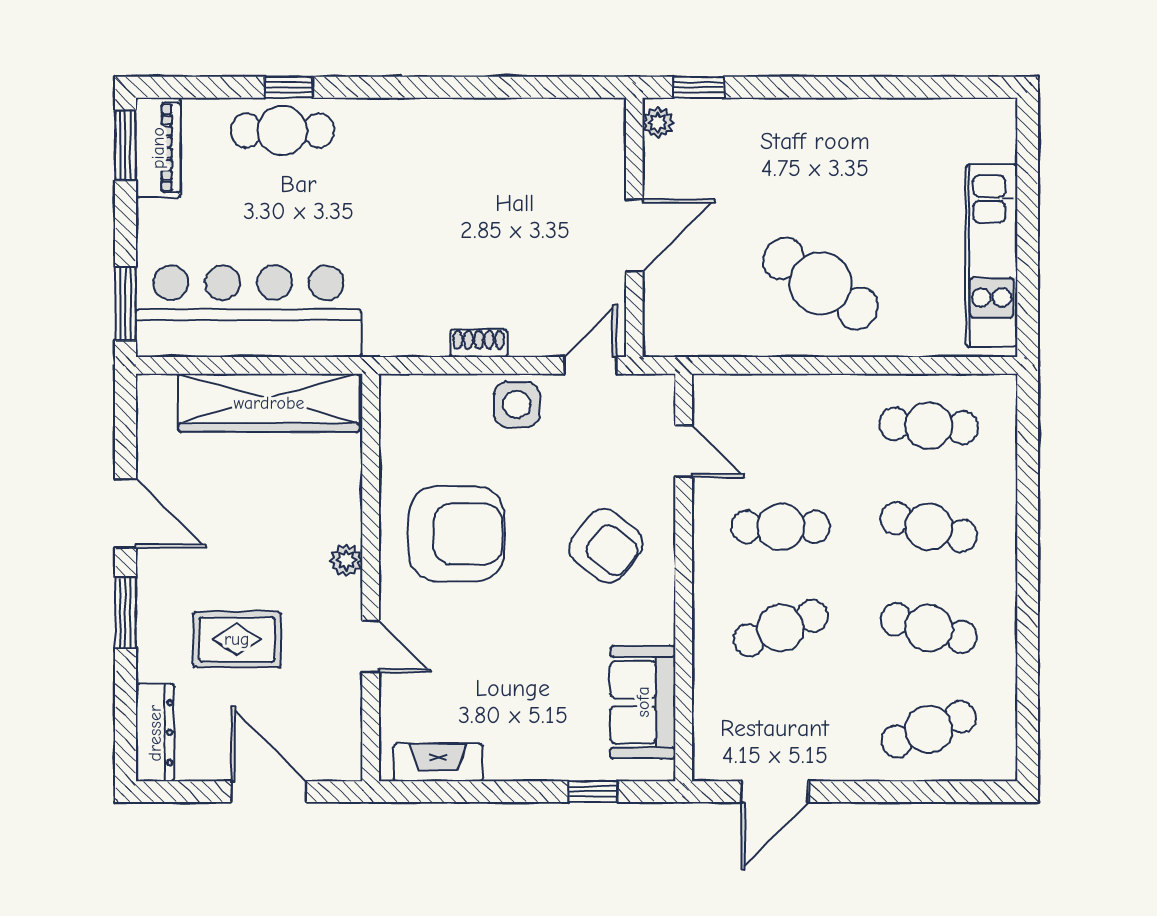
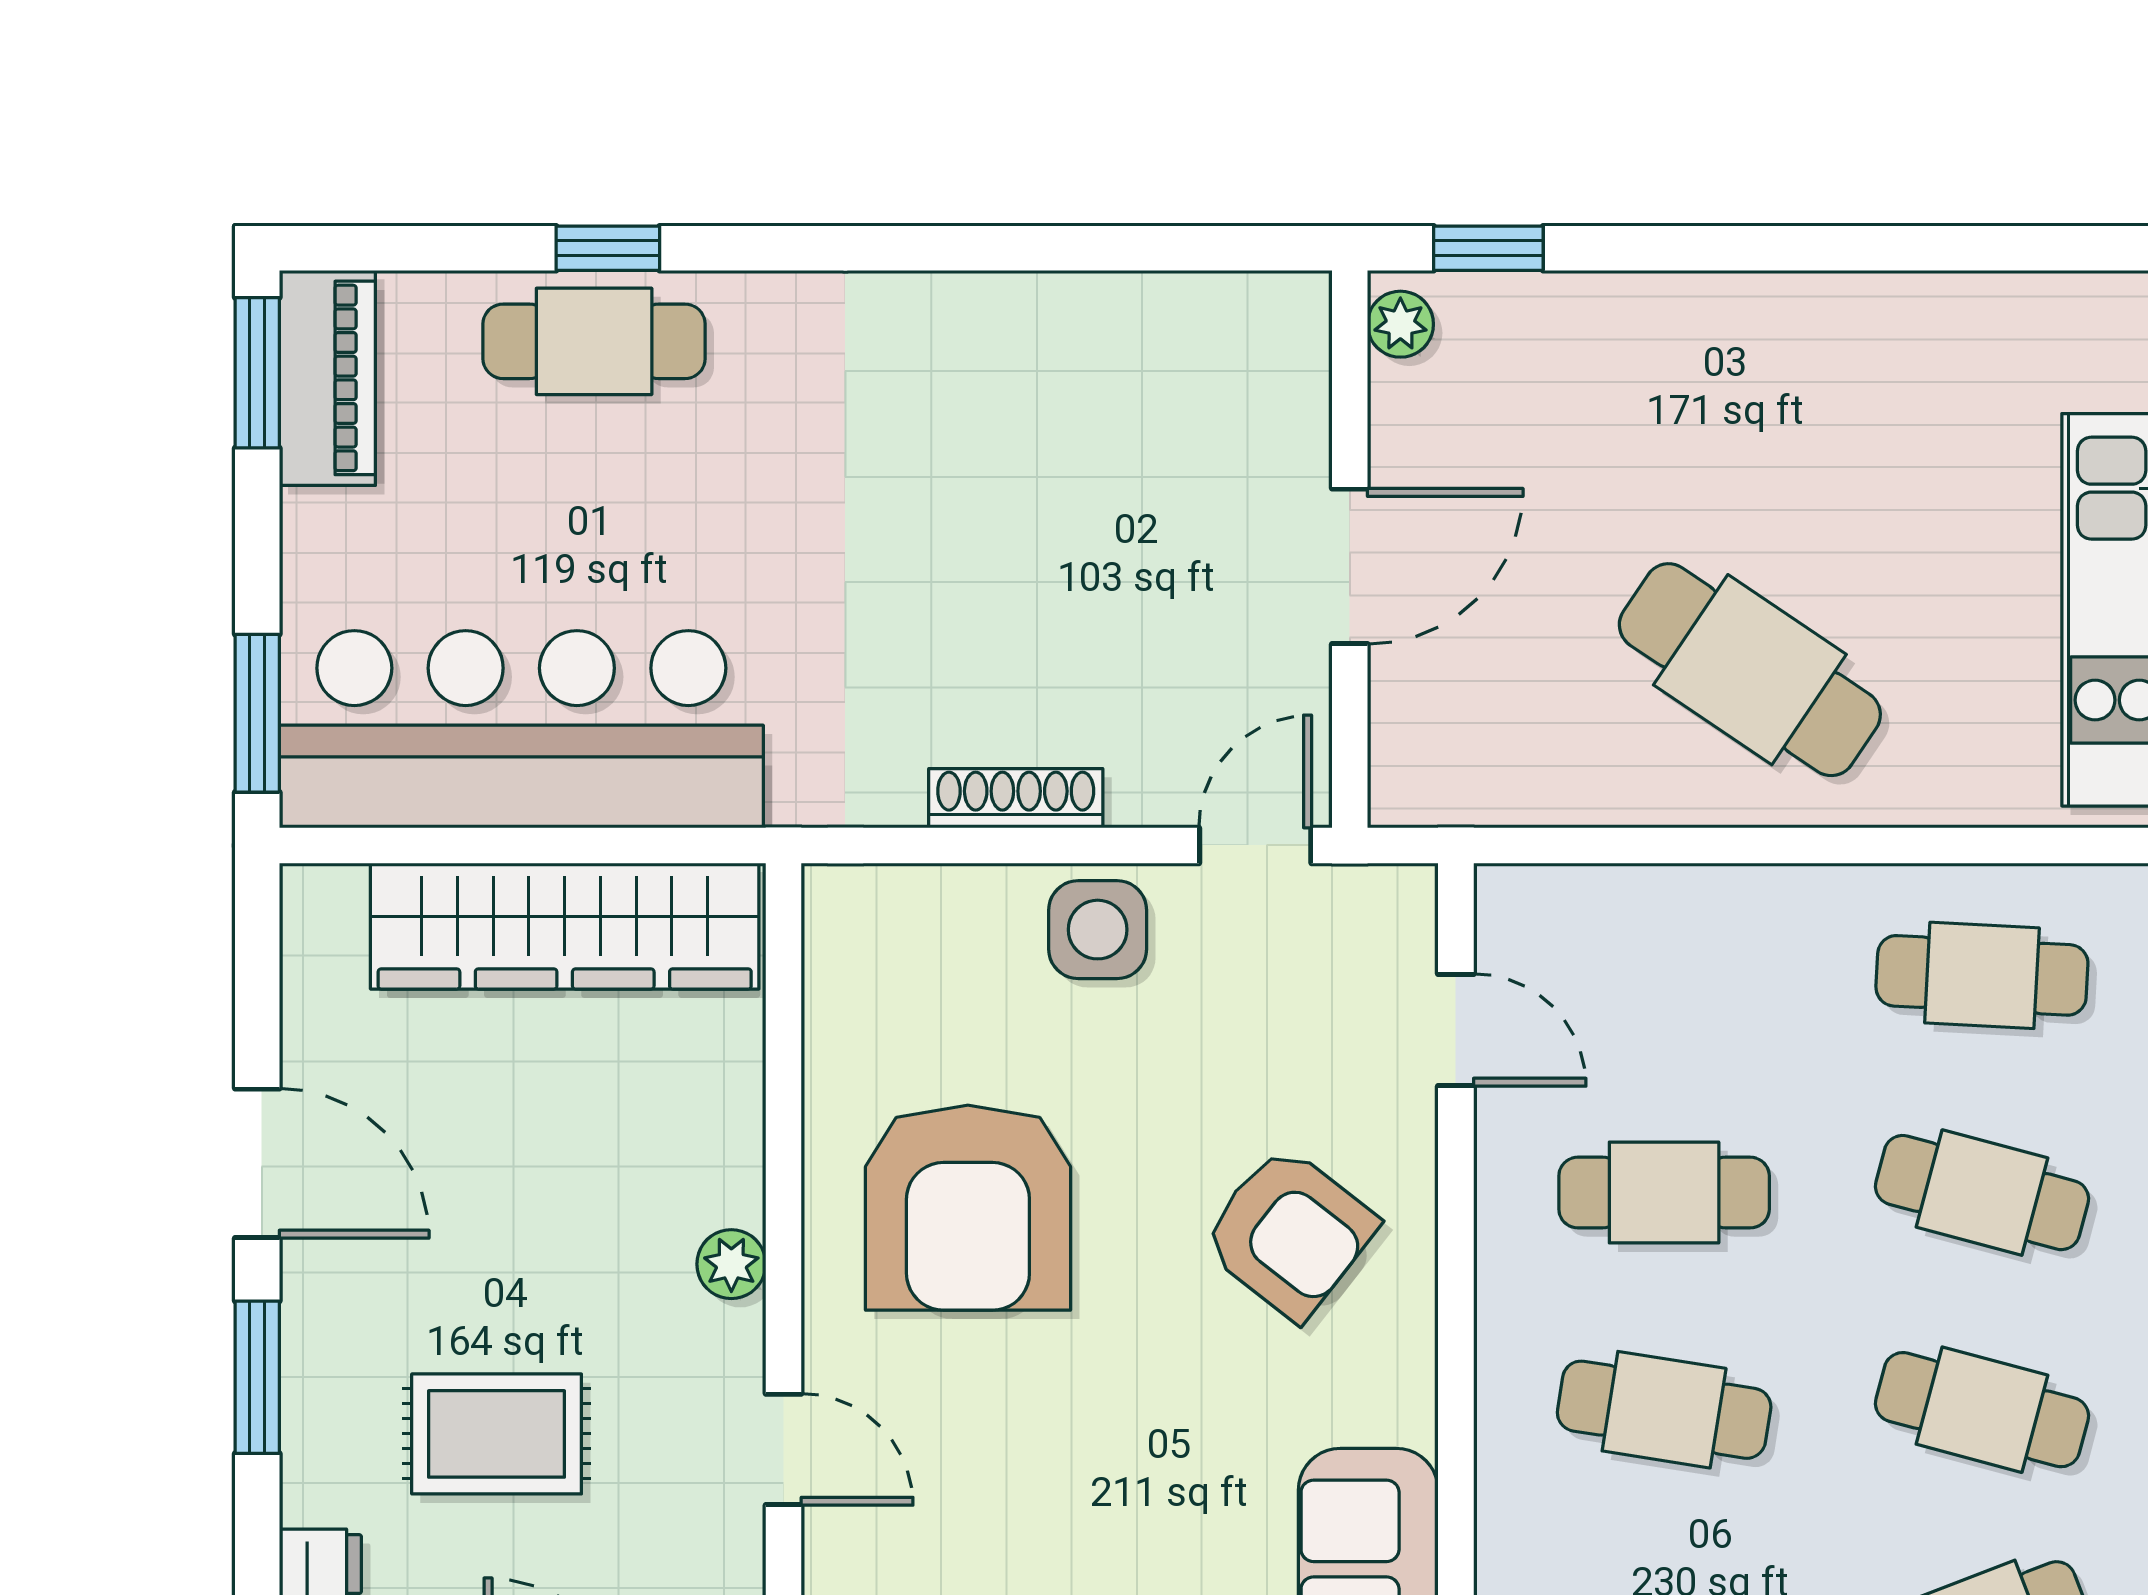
shoe rack: (479, 343) -> (1016, 798), width x1.43
armchair: (457, 534) -> (968, 1208), turned 90
cafe table: (781, 628) -> (1664, 1410), turned 30

